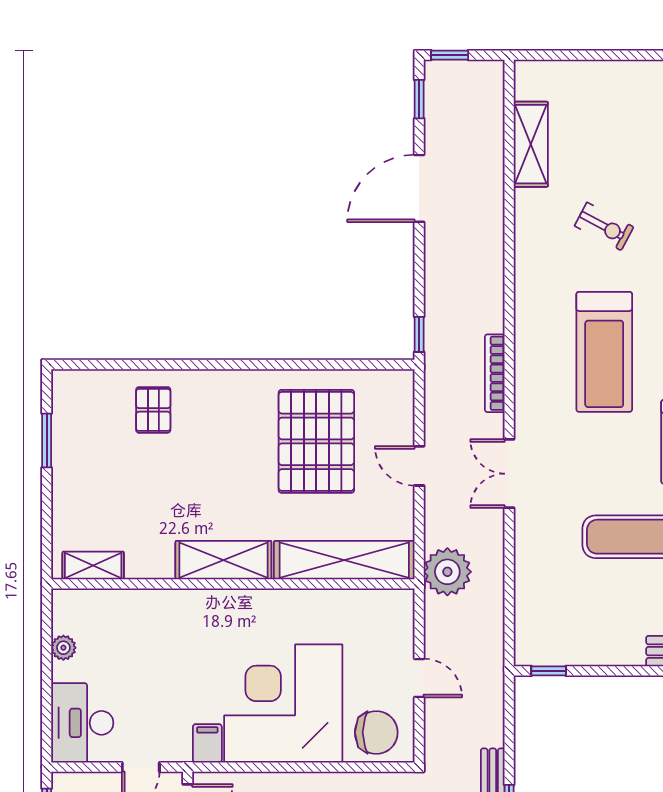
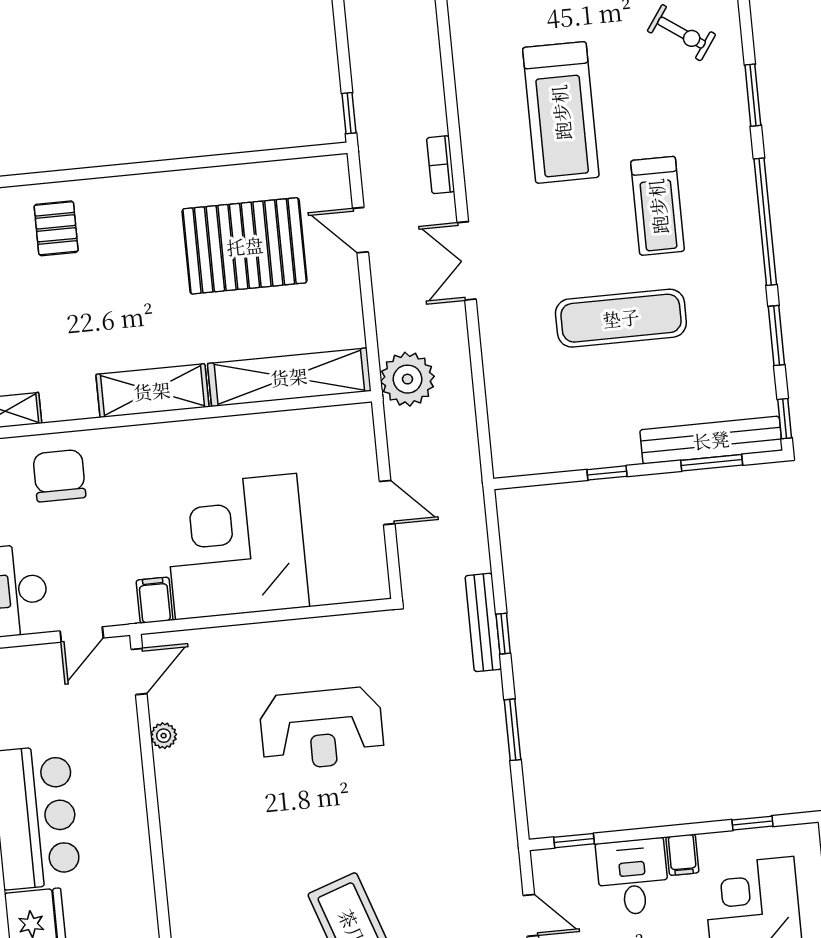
bookcase: (495, 373) -> (441, 165), width x0.64
pallet: (316, 441) -> (245, 246), turned 90
door: (419, 466) -> (360, 230), moved
window: (549, 671) -> (607, 473), moved
chair: (376, 732) -> (59, 476), moved, turned -90

